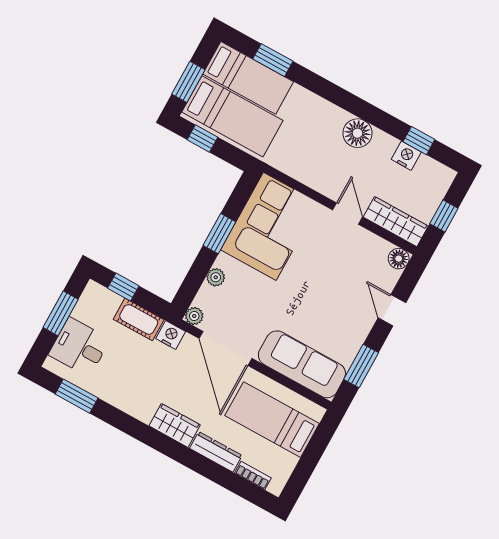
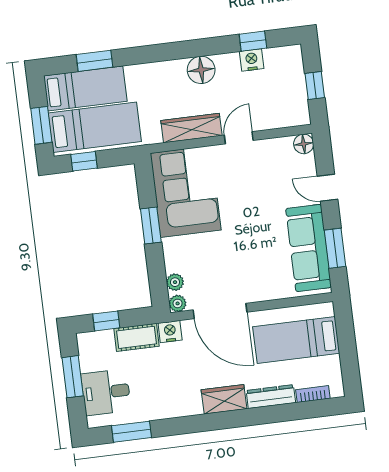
door: (348, 214) -> (239, 138), hinge flipped
wardrobe: (396, 222) -> (191, 128), moved
plant: (216, 277) -> (175, 282), moved
sofa: (302, 364) -> (309, 248), moved, turned -90

